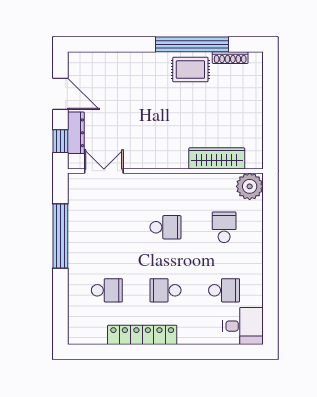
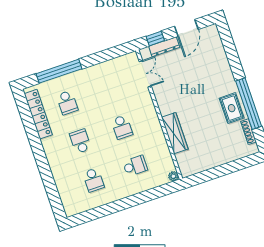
wardrobe: (217, 158) -> (175, 133), moved
plant: (250, 186) -> (173, 176), width x0.53, depth x0.53
window: (60, 236) -> (59, 71), moved
desk: (243, 326) -> (74, 200), removed
locker: (142, 335) -> (38, 114), moved

